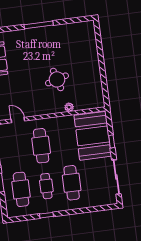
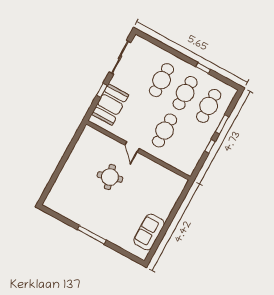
plant: (69, 107) -> (117, 146), removed
door: (18, 120) -> (132, 147), moved
booth: (93, 136) -> (110, 105), width x0.73, depth x0.70
cafe table: (46, 186) -> (185, 93), width x1.37, depth x1.35

